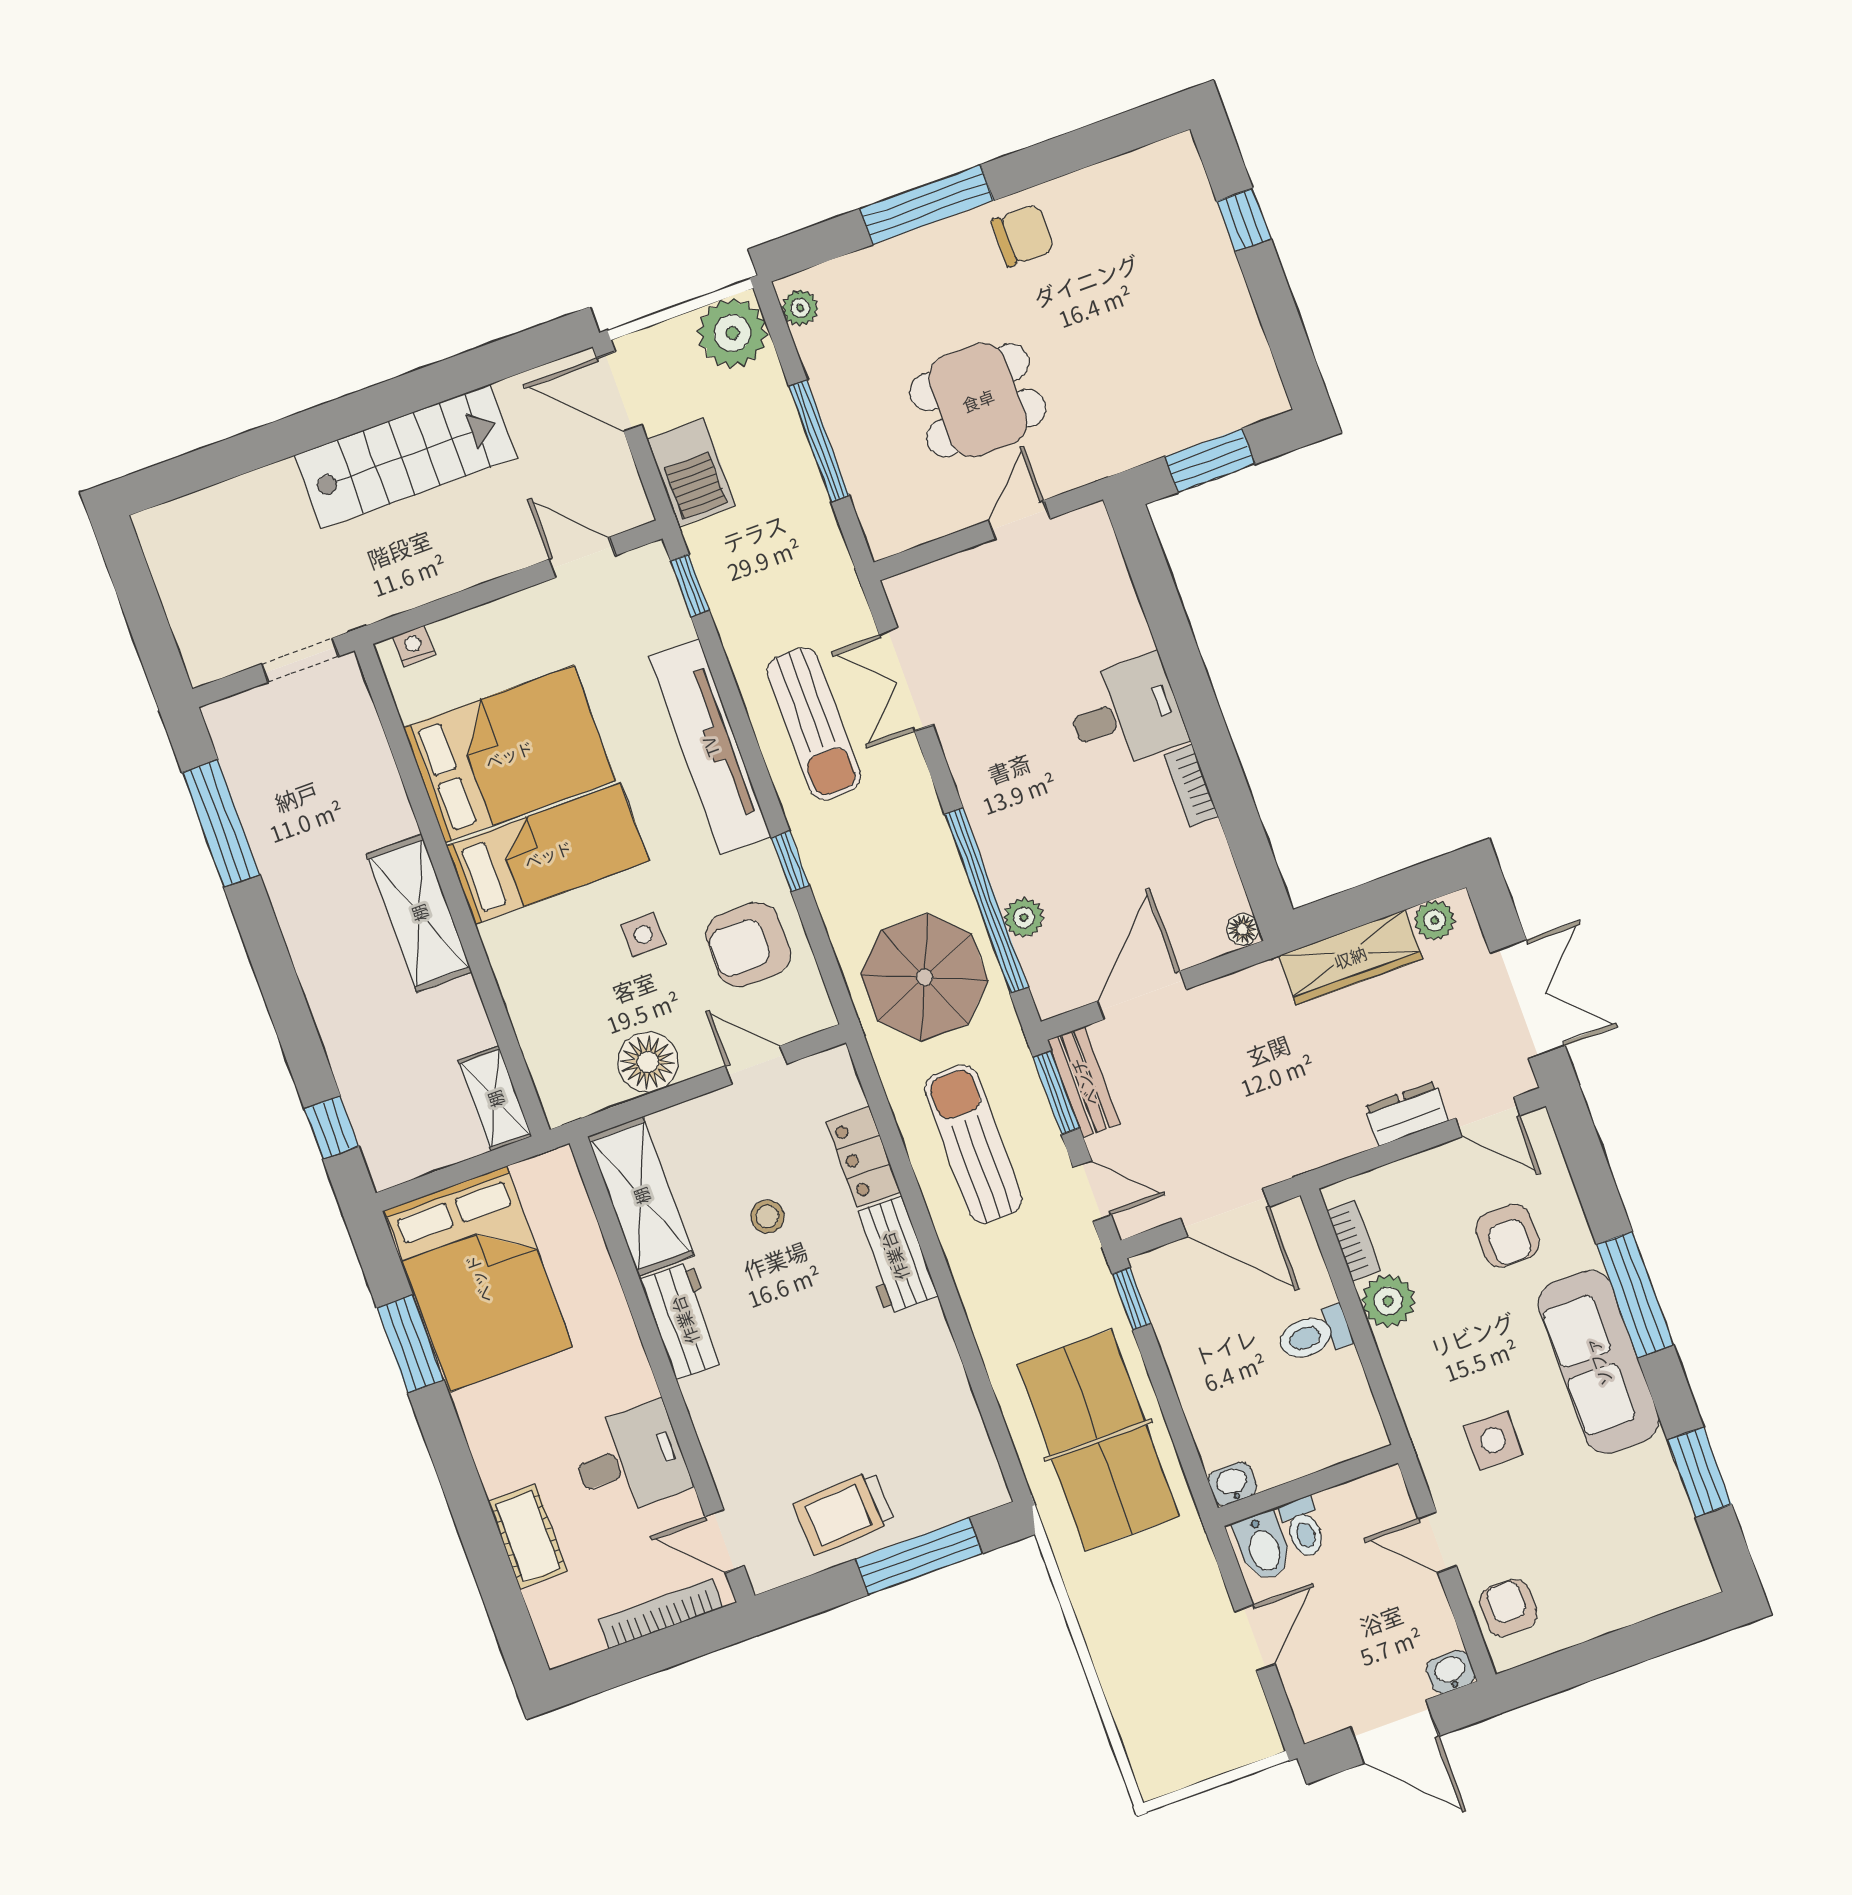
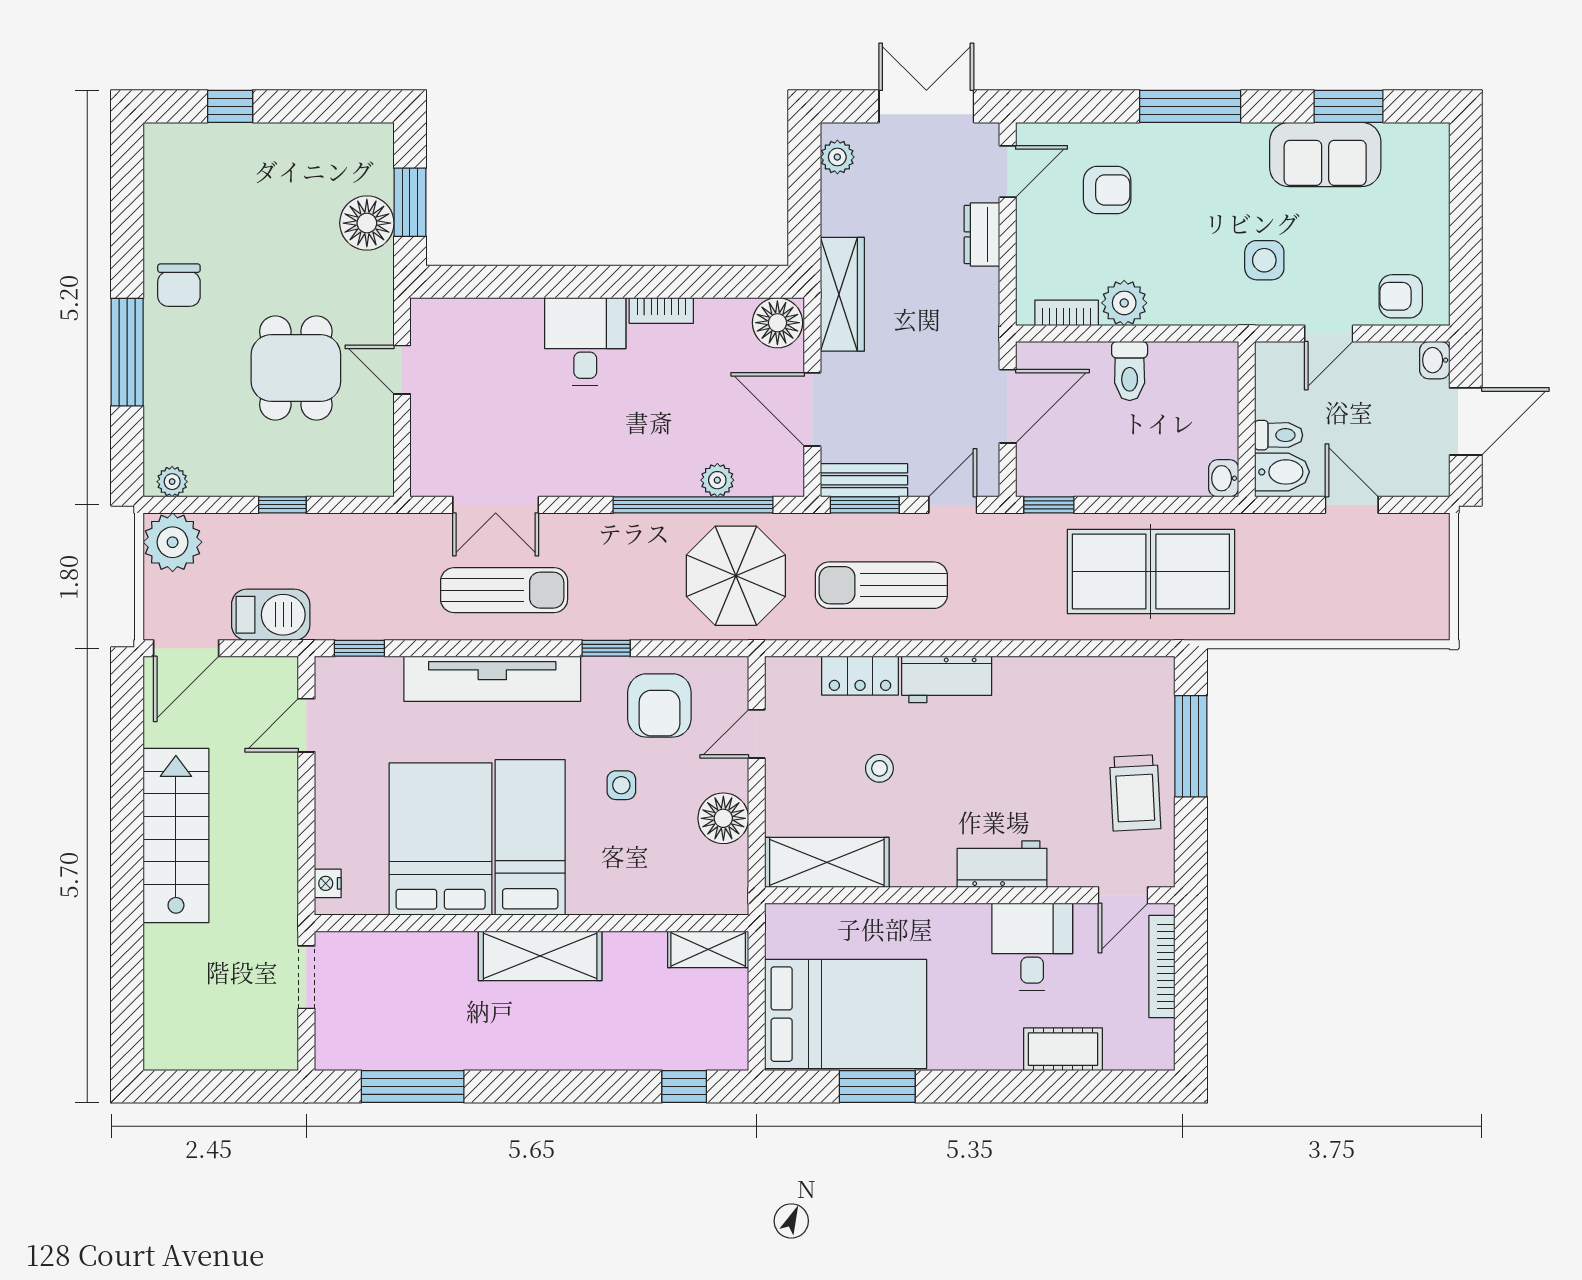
chair: (1023, 235) -> (179, 285), turned 180
floor lamp: (1169, 421) -> (367, 223), added
window: (819, 441) -> (282, 505), width x0.46
floor lamp: (1243, 929) -> (777, 323), width x1.89, depth x1.89
wardrobe: (1350, 957) -> (842, 294), moved
workbench: (684, 1320) -> (1002, 864), moved
sofa: (1598, 1362) -> (1325, 154), moved, width x0.73

